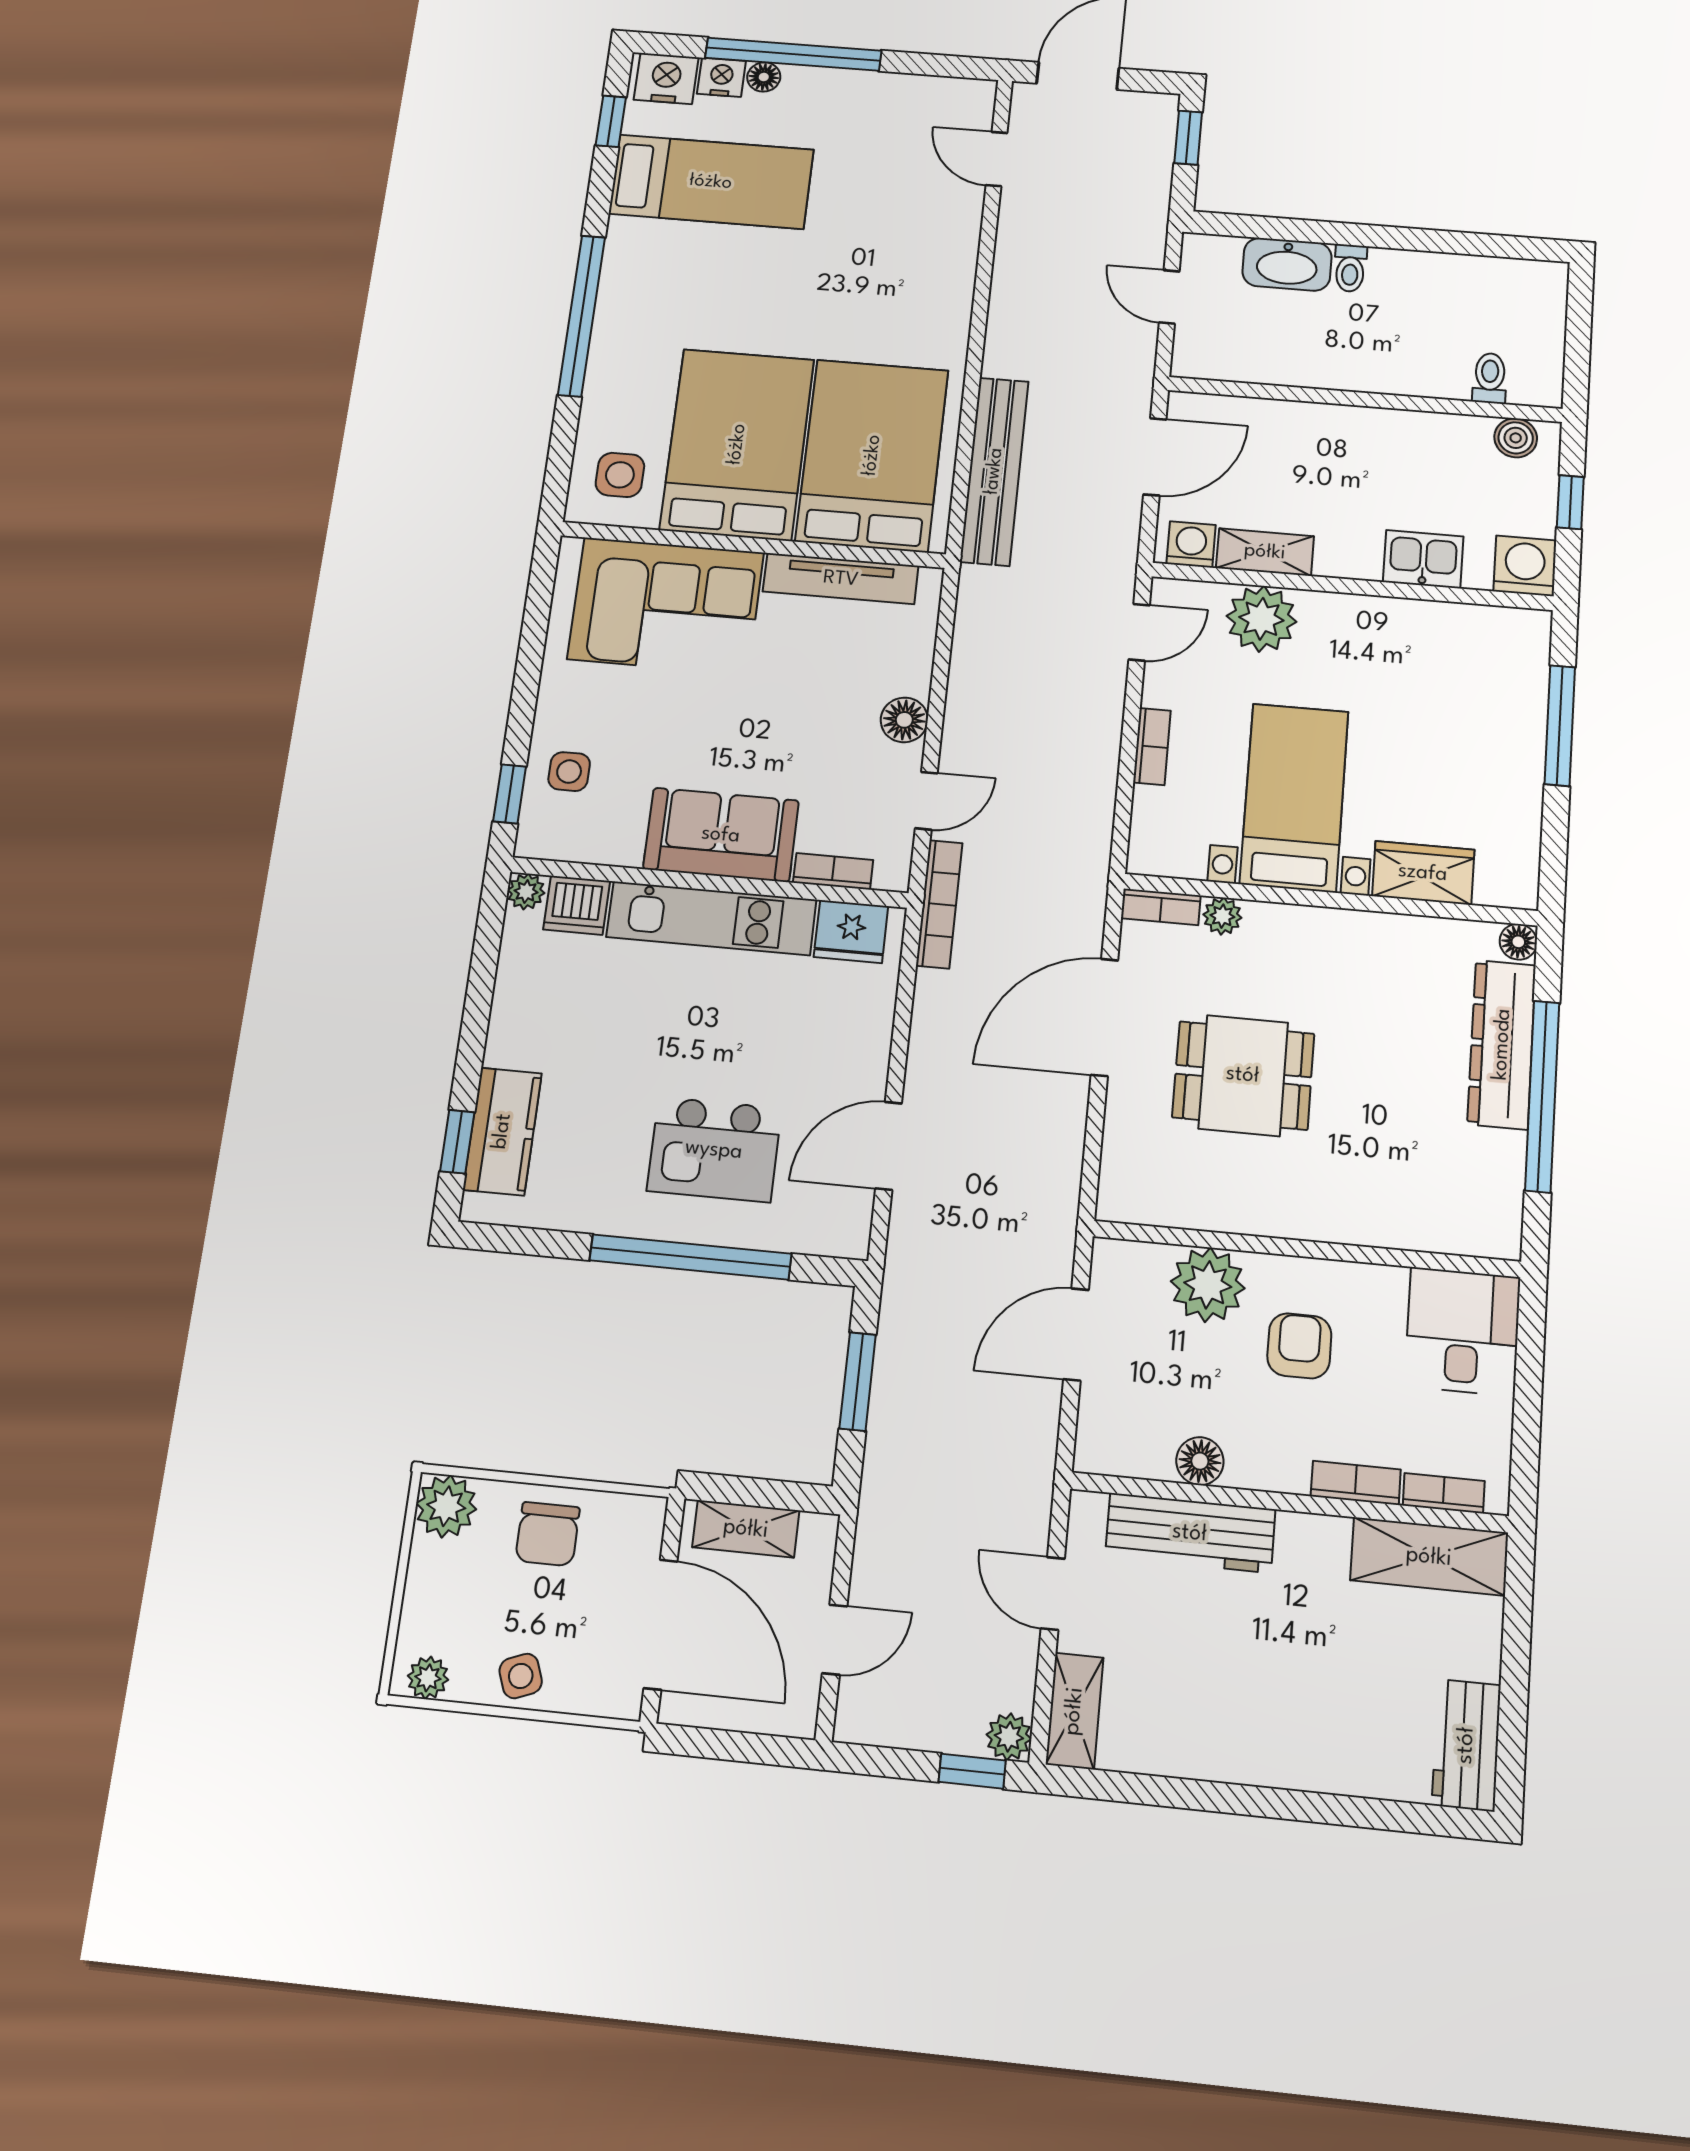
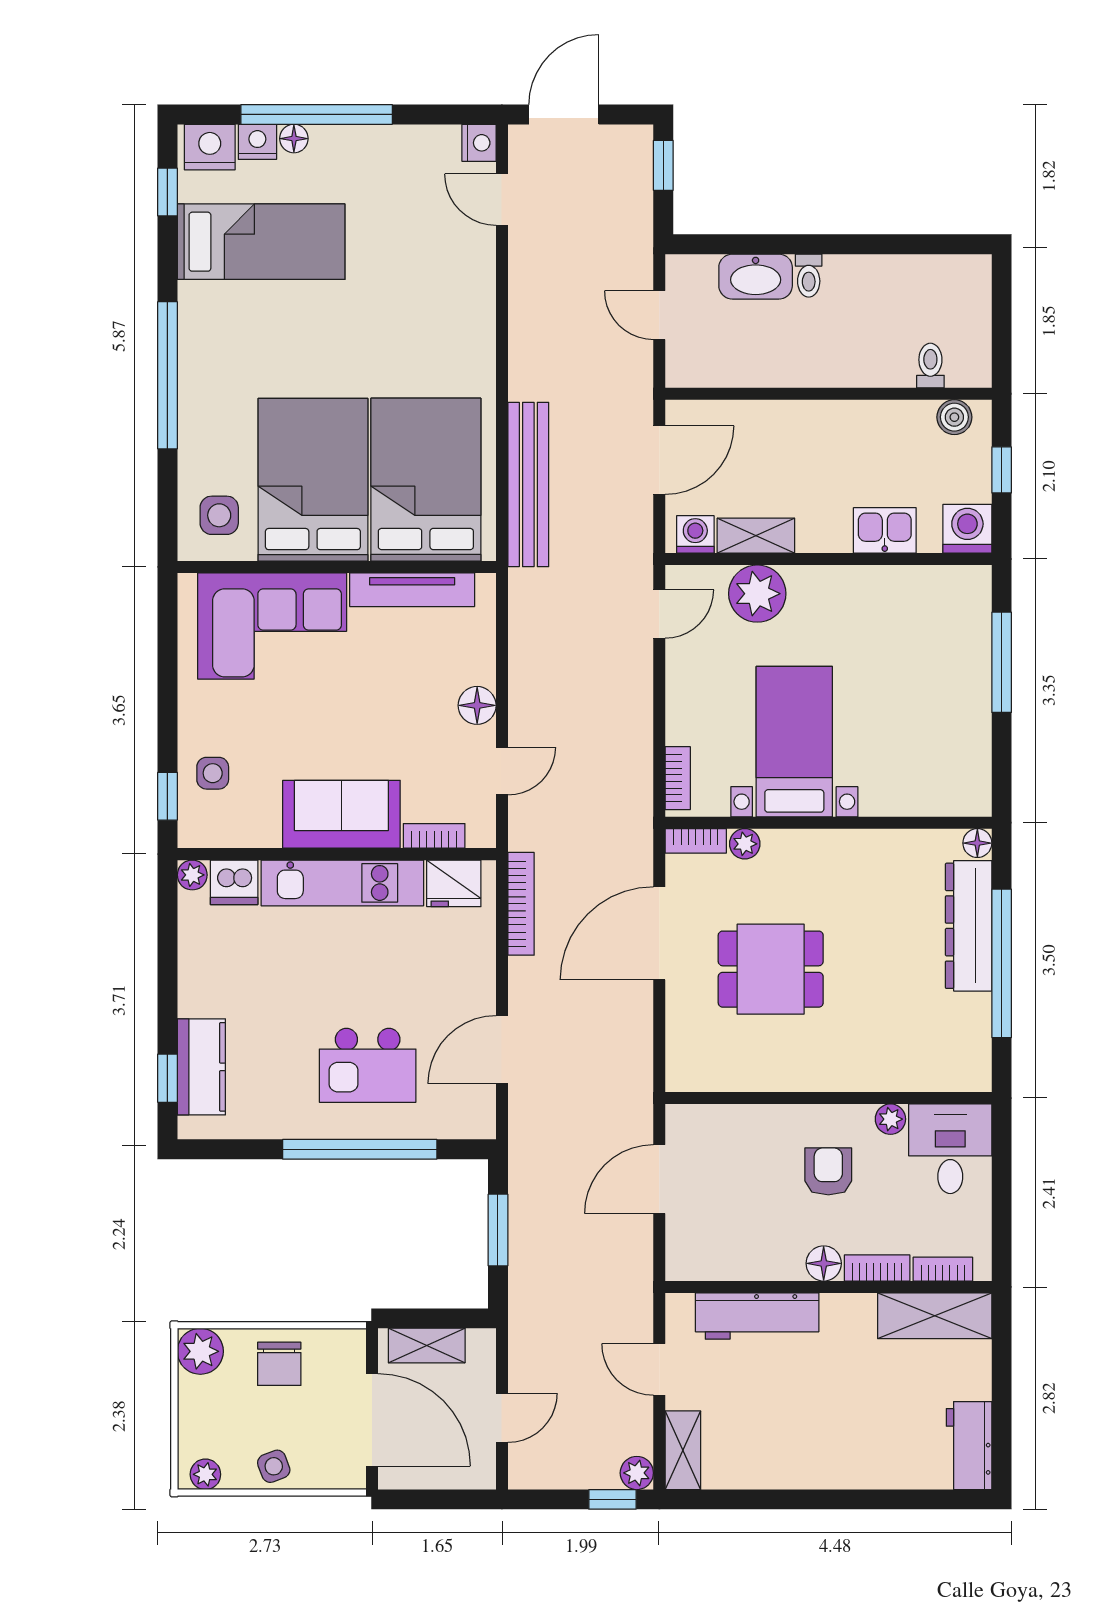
nightstand: (976, 98) -> (479, 143), added
bookcase: (1152, 746) -> (678, 778), moved
wardrobe: (1423, 873) -> (900, 794), removed
bookcase: (939, 904) -> (521, 904), moved
plant: (1208, 1285) -> (890, 1119), moved, width x0.53, depth x0.53
floor lamp: (1200, 1461) -> (824, 1263), moved

